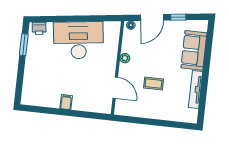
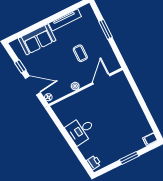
desk: (78, 40) -> (81, 130), width x0.53, depth x0.77
window: (24, 45) -> (129, 158), moved
filing cabinet: (66, 102) -> (150, 139), moved
window: (161, 123) -> (106, 29), added

